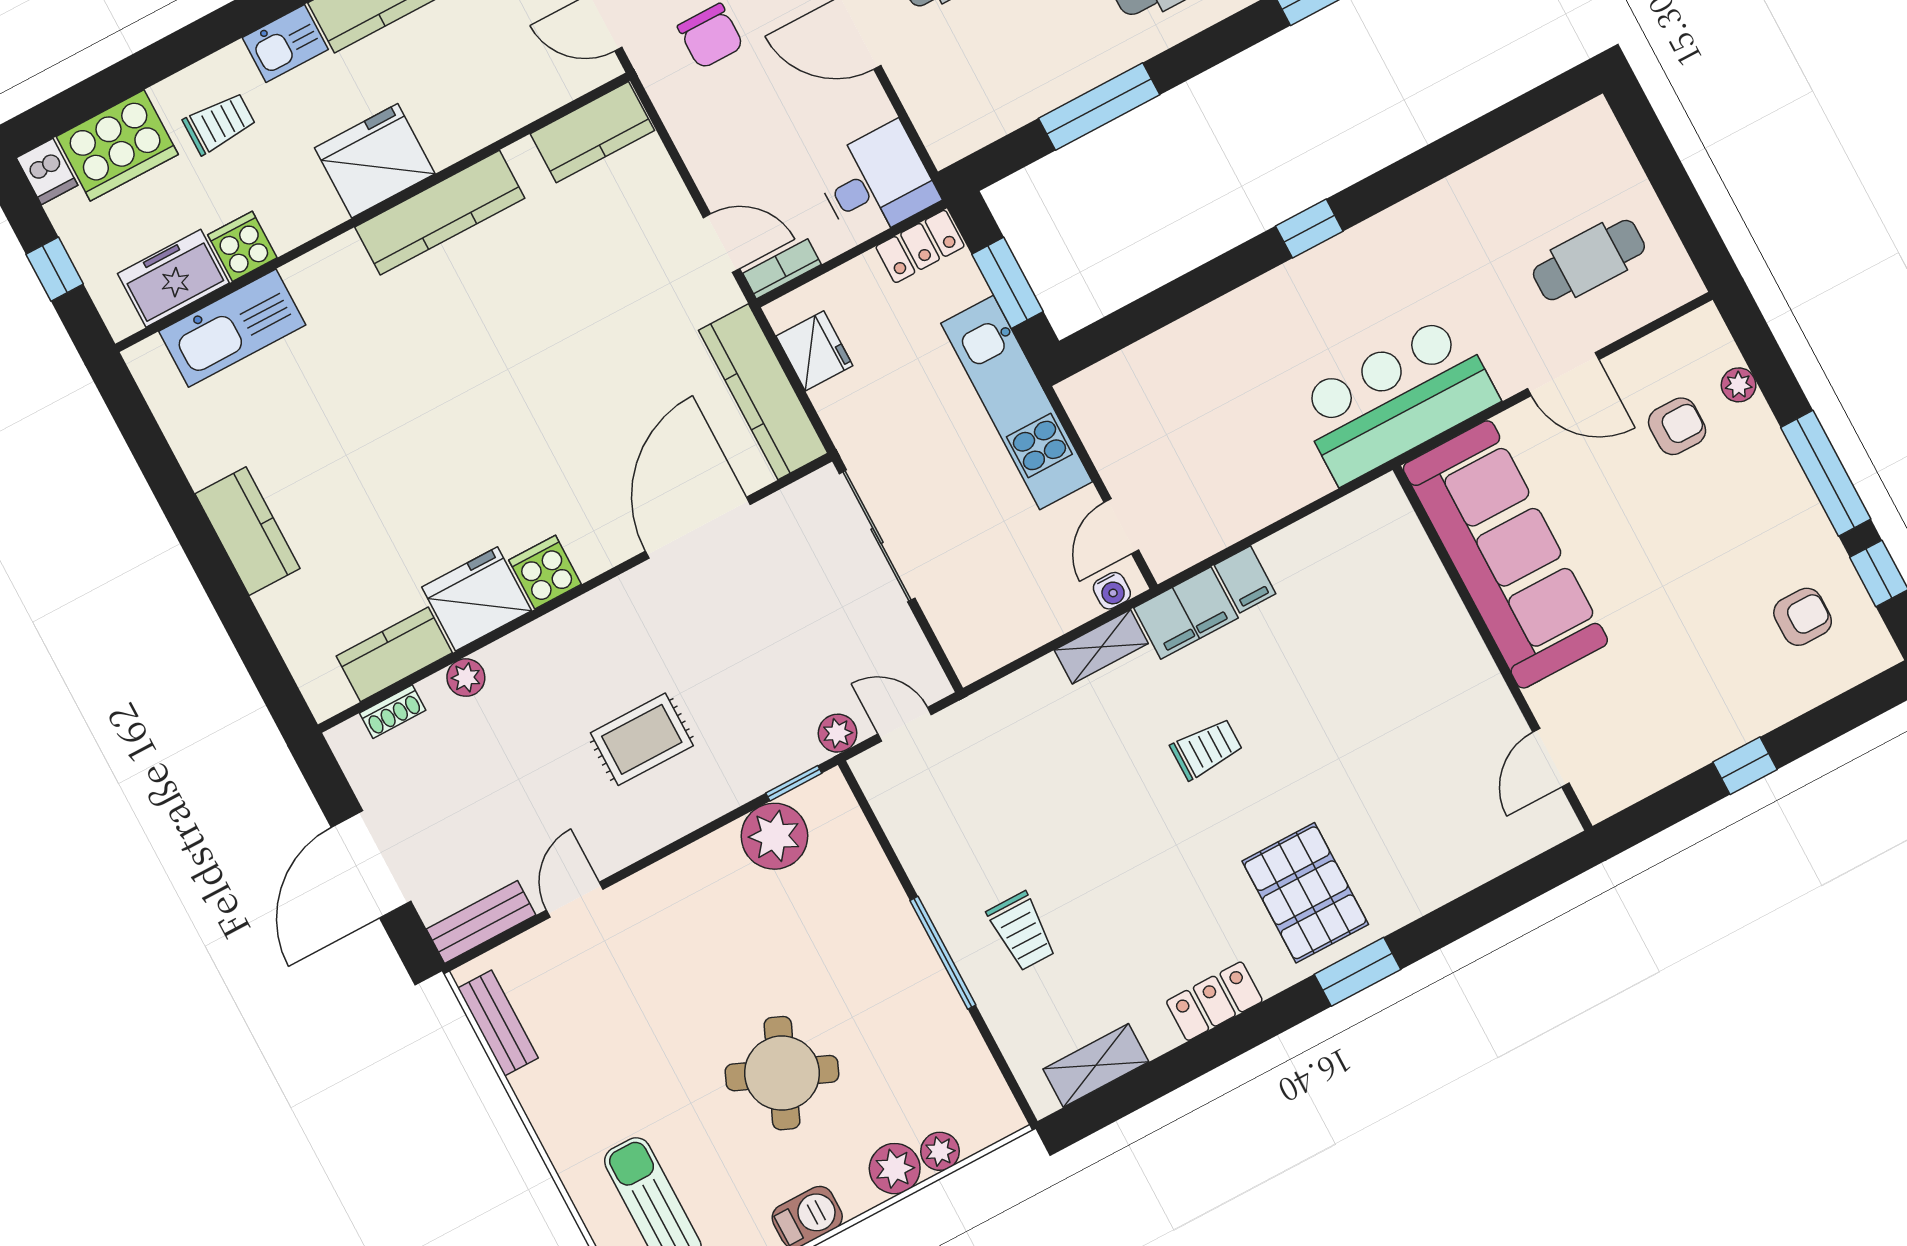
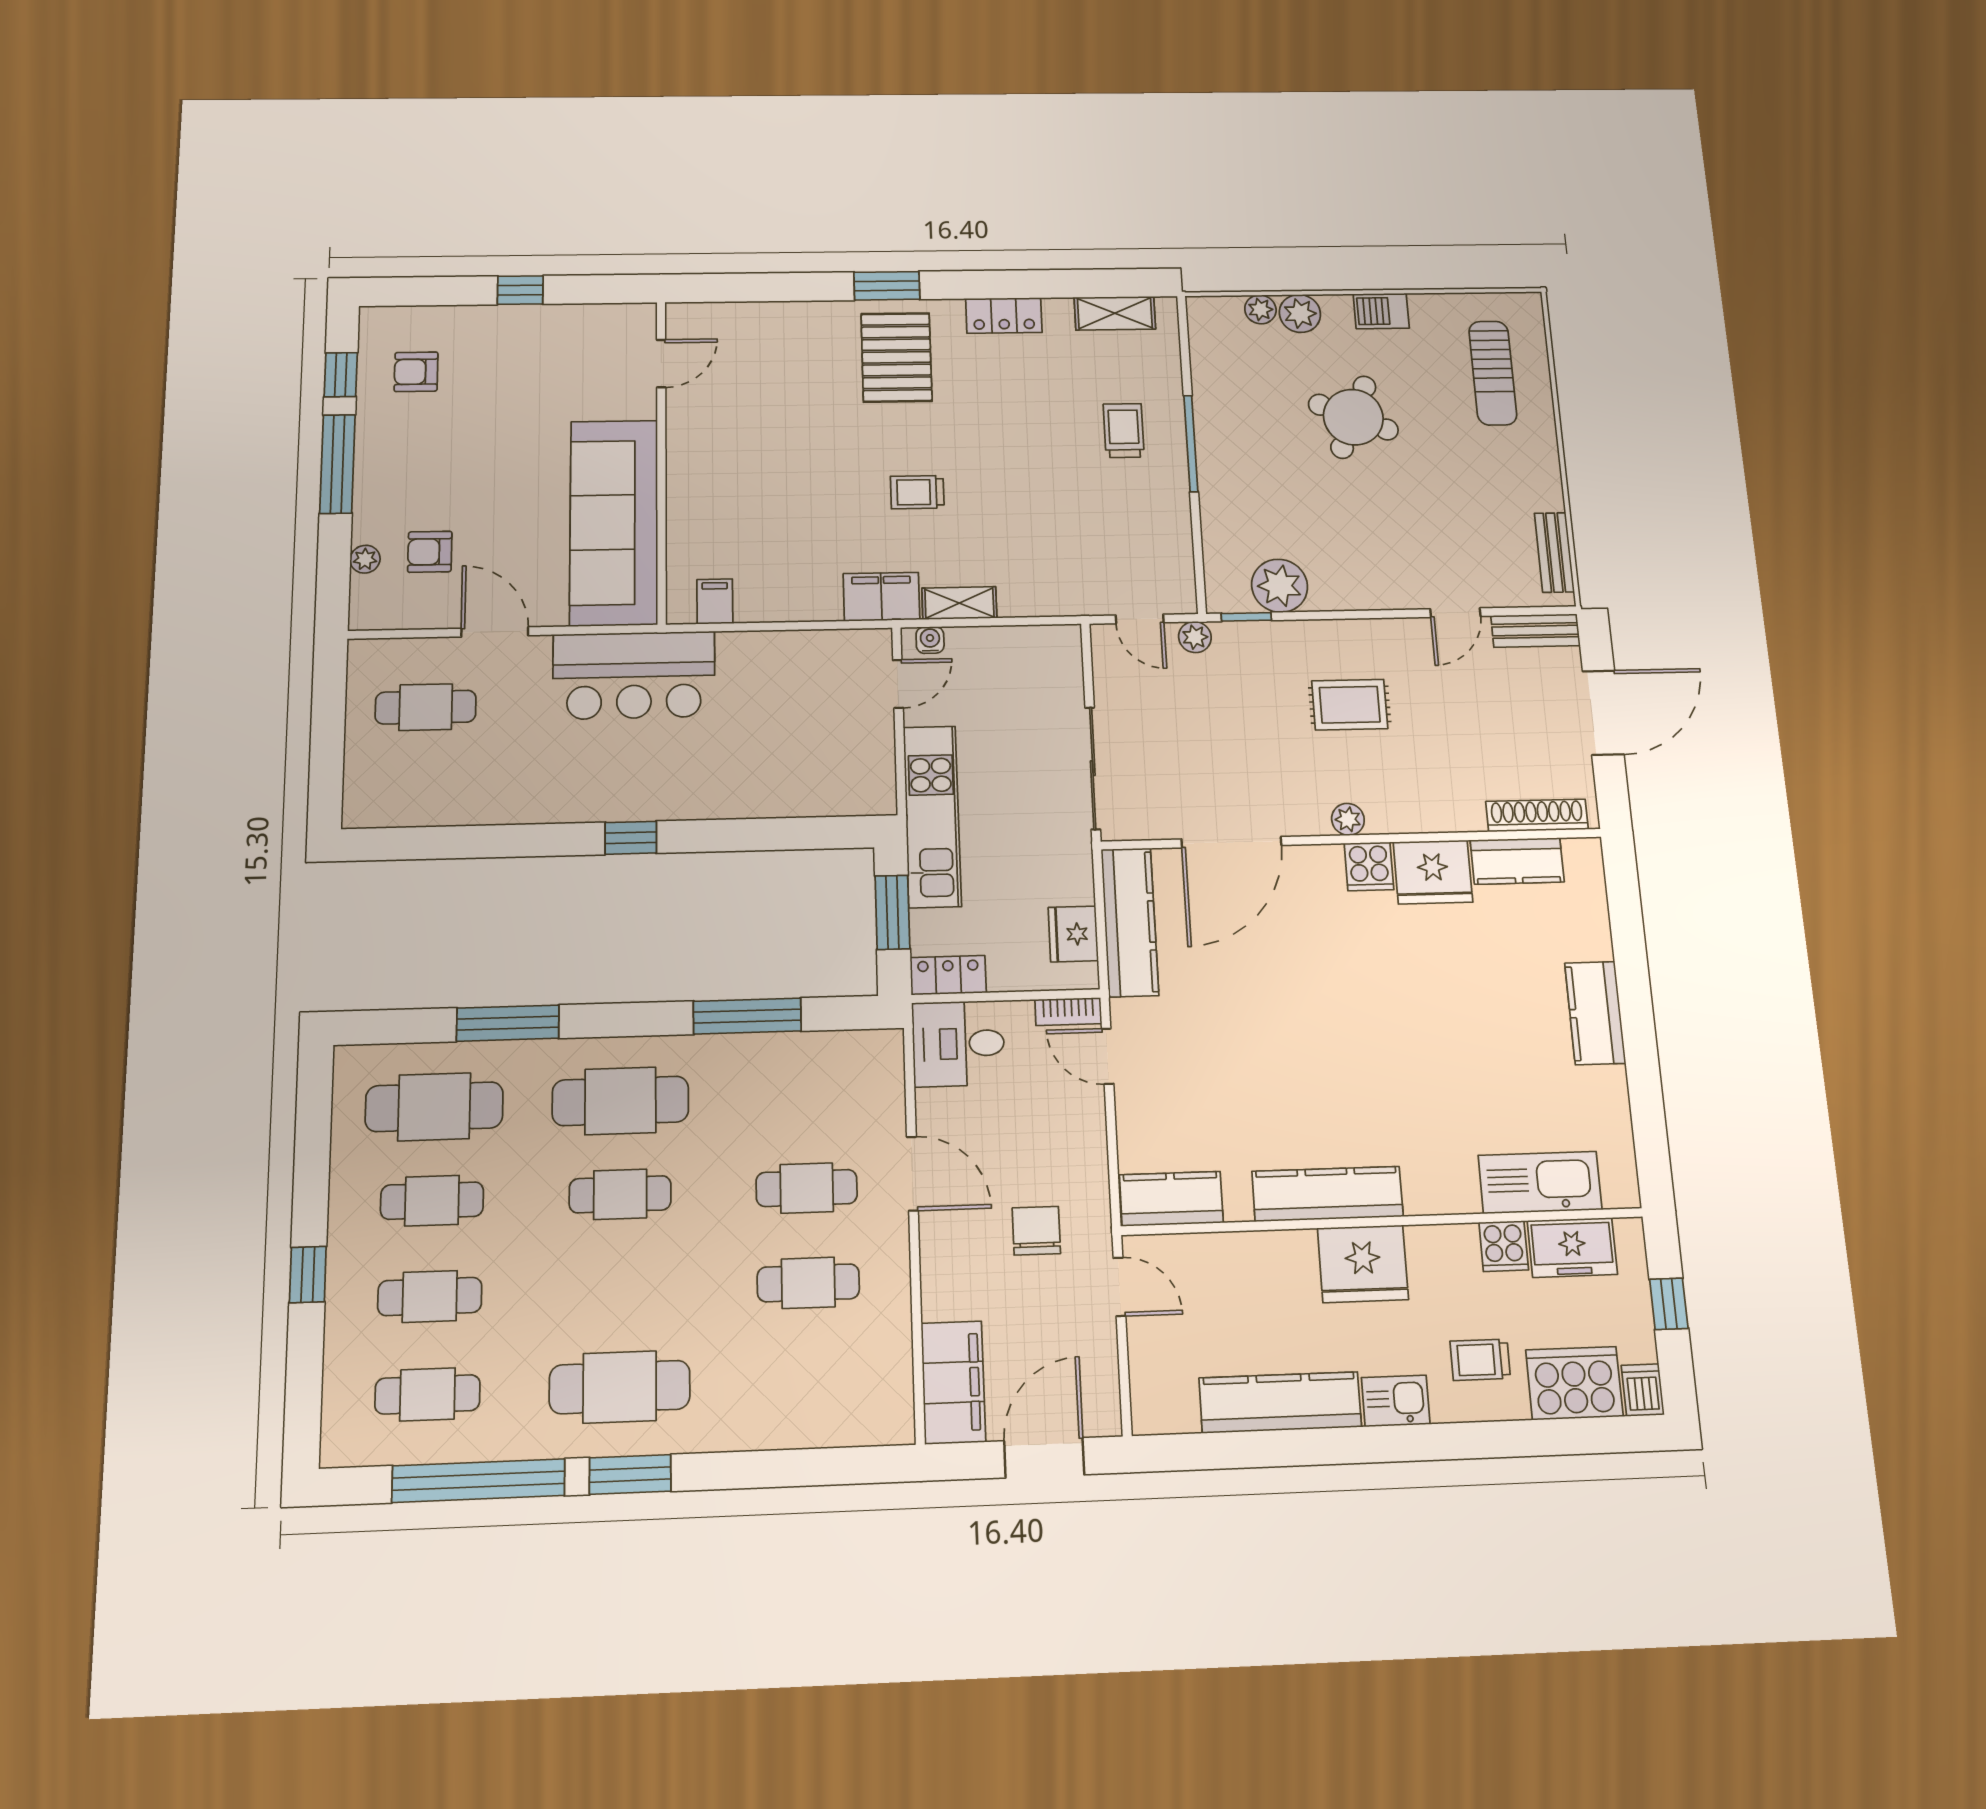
filing cabinet: (1245, 579) -> (715, 601), moved
plant: (466, 678) -> (1348, 819), moved
shoe rack: (393, 712) -> (1537, 815), width x1.94, depth x1.24

